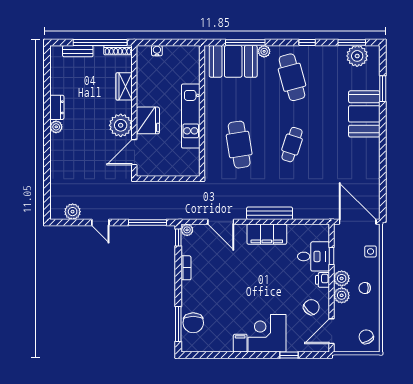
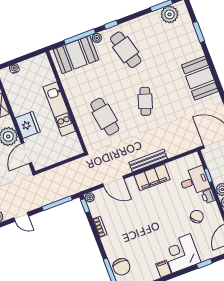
window: (307, 42) -> (111, 25), moved
booth: (364, 114) -> (200, 78), moved
chair: (311, 307) -> (197, 217), moved

